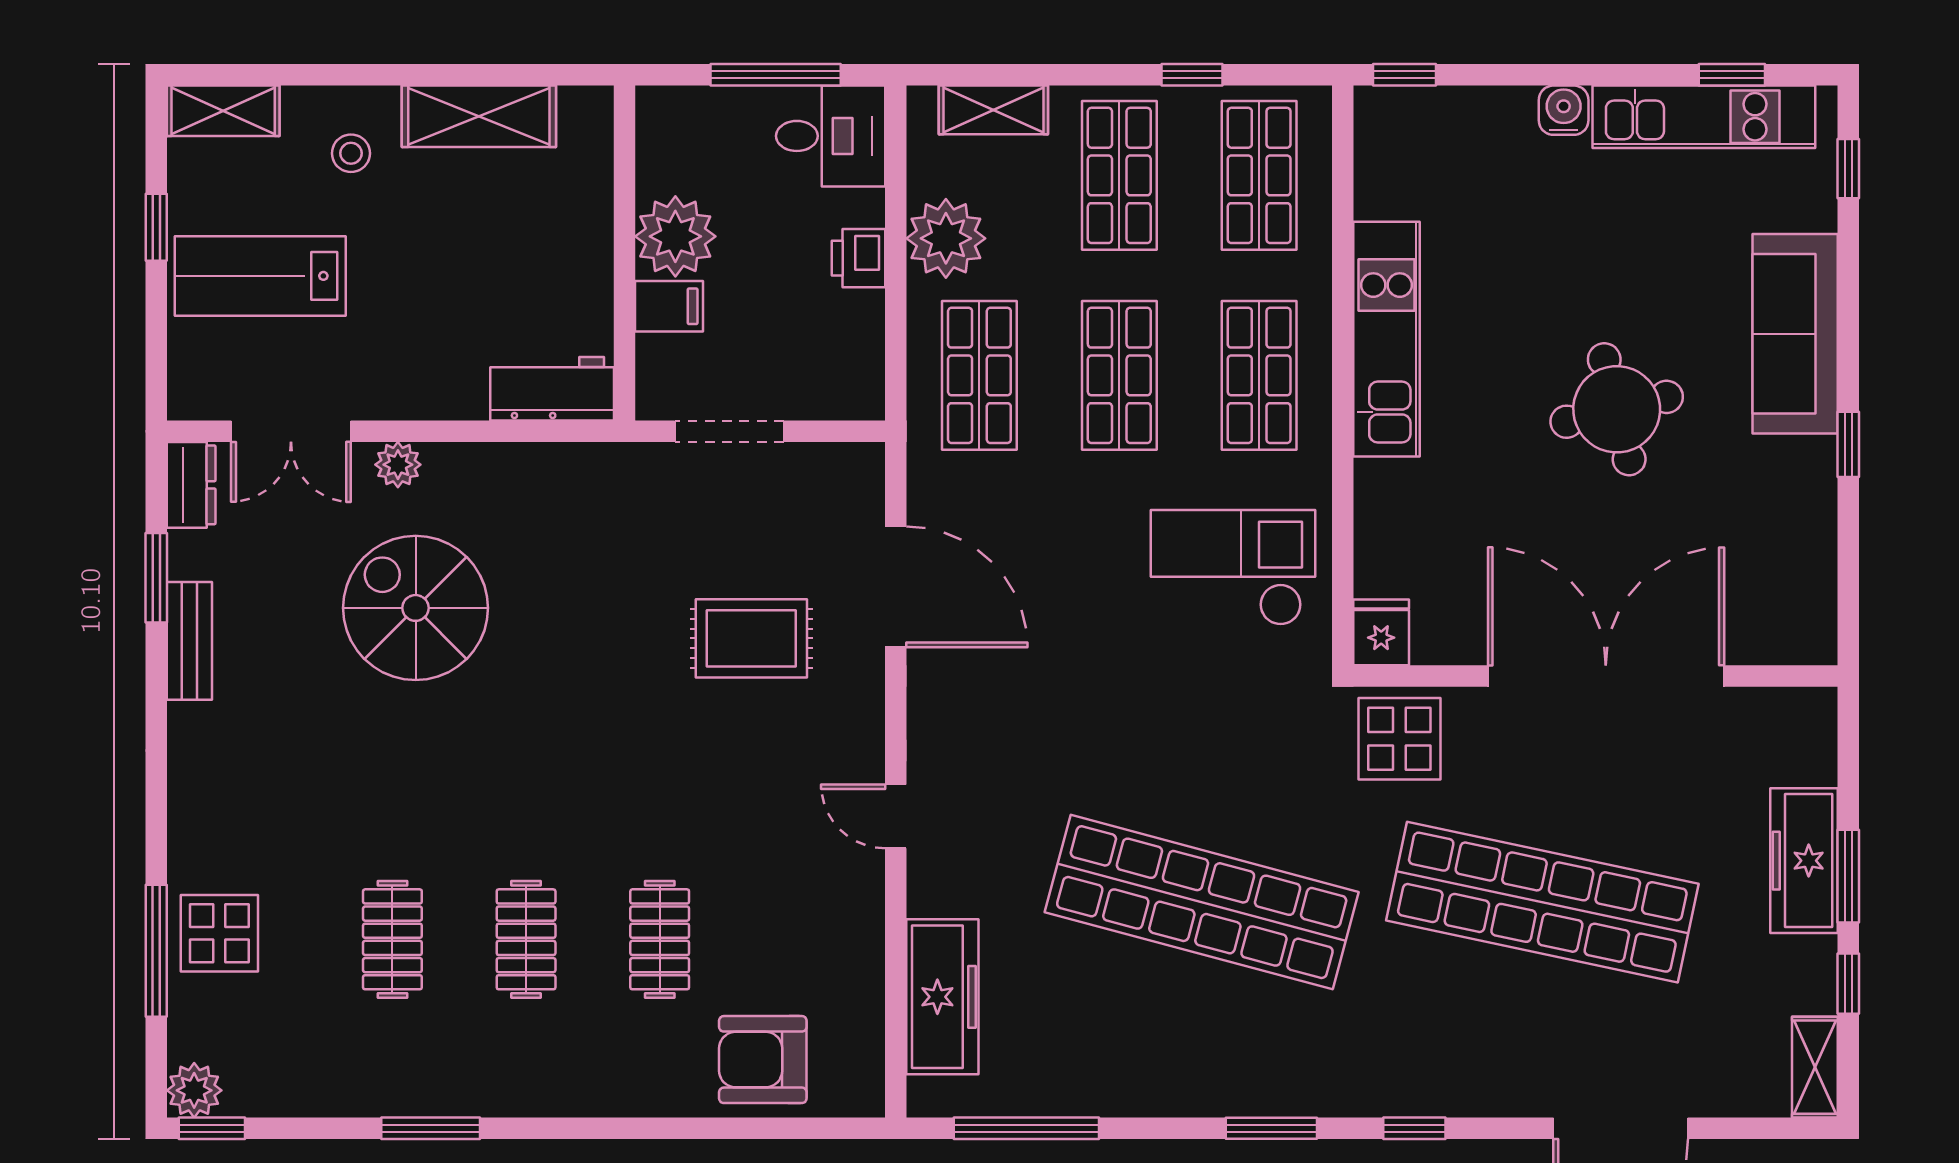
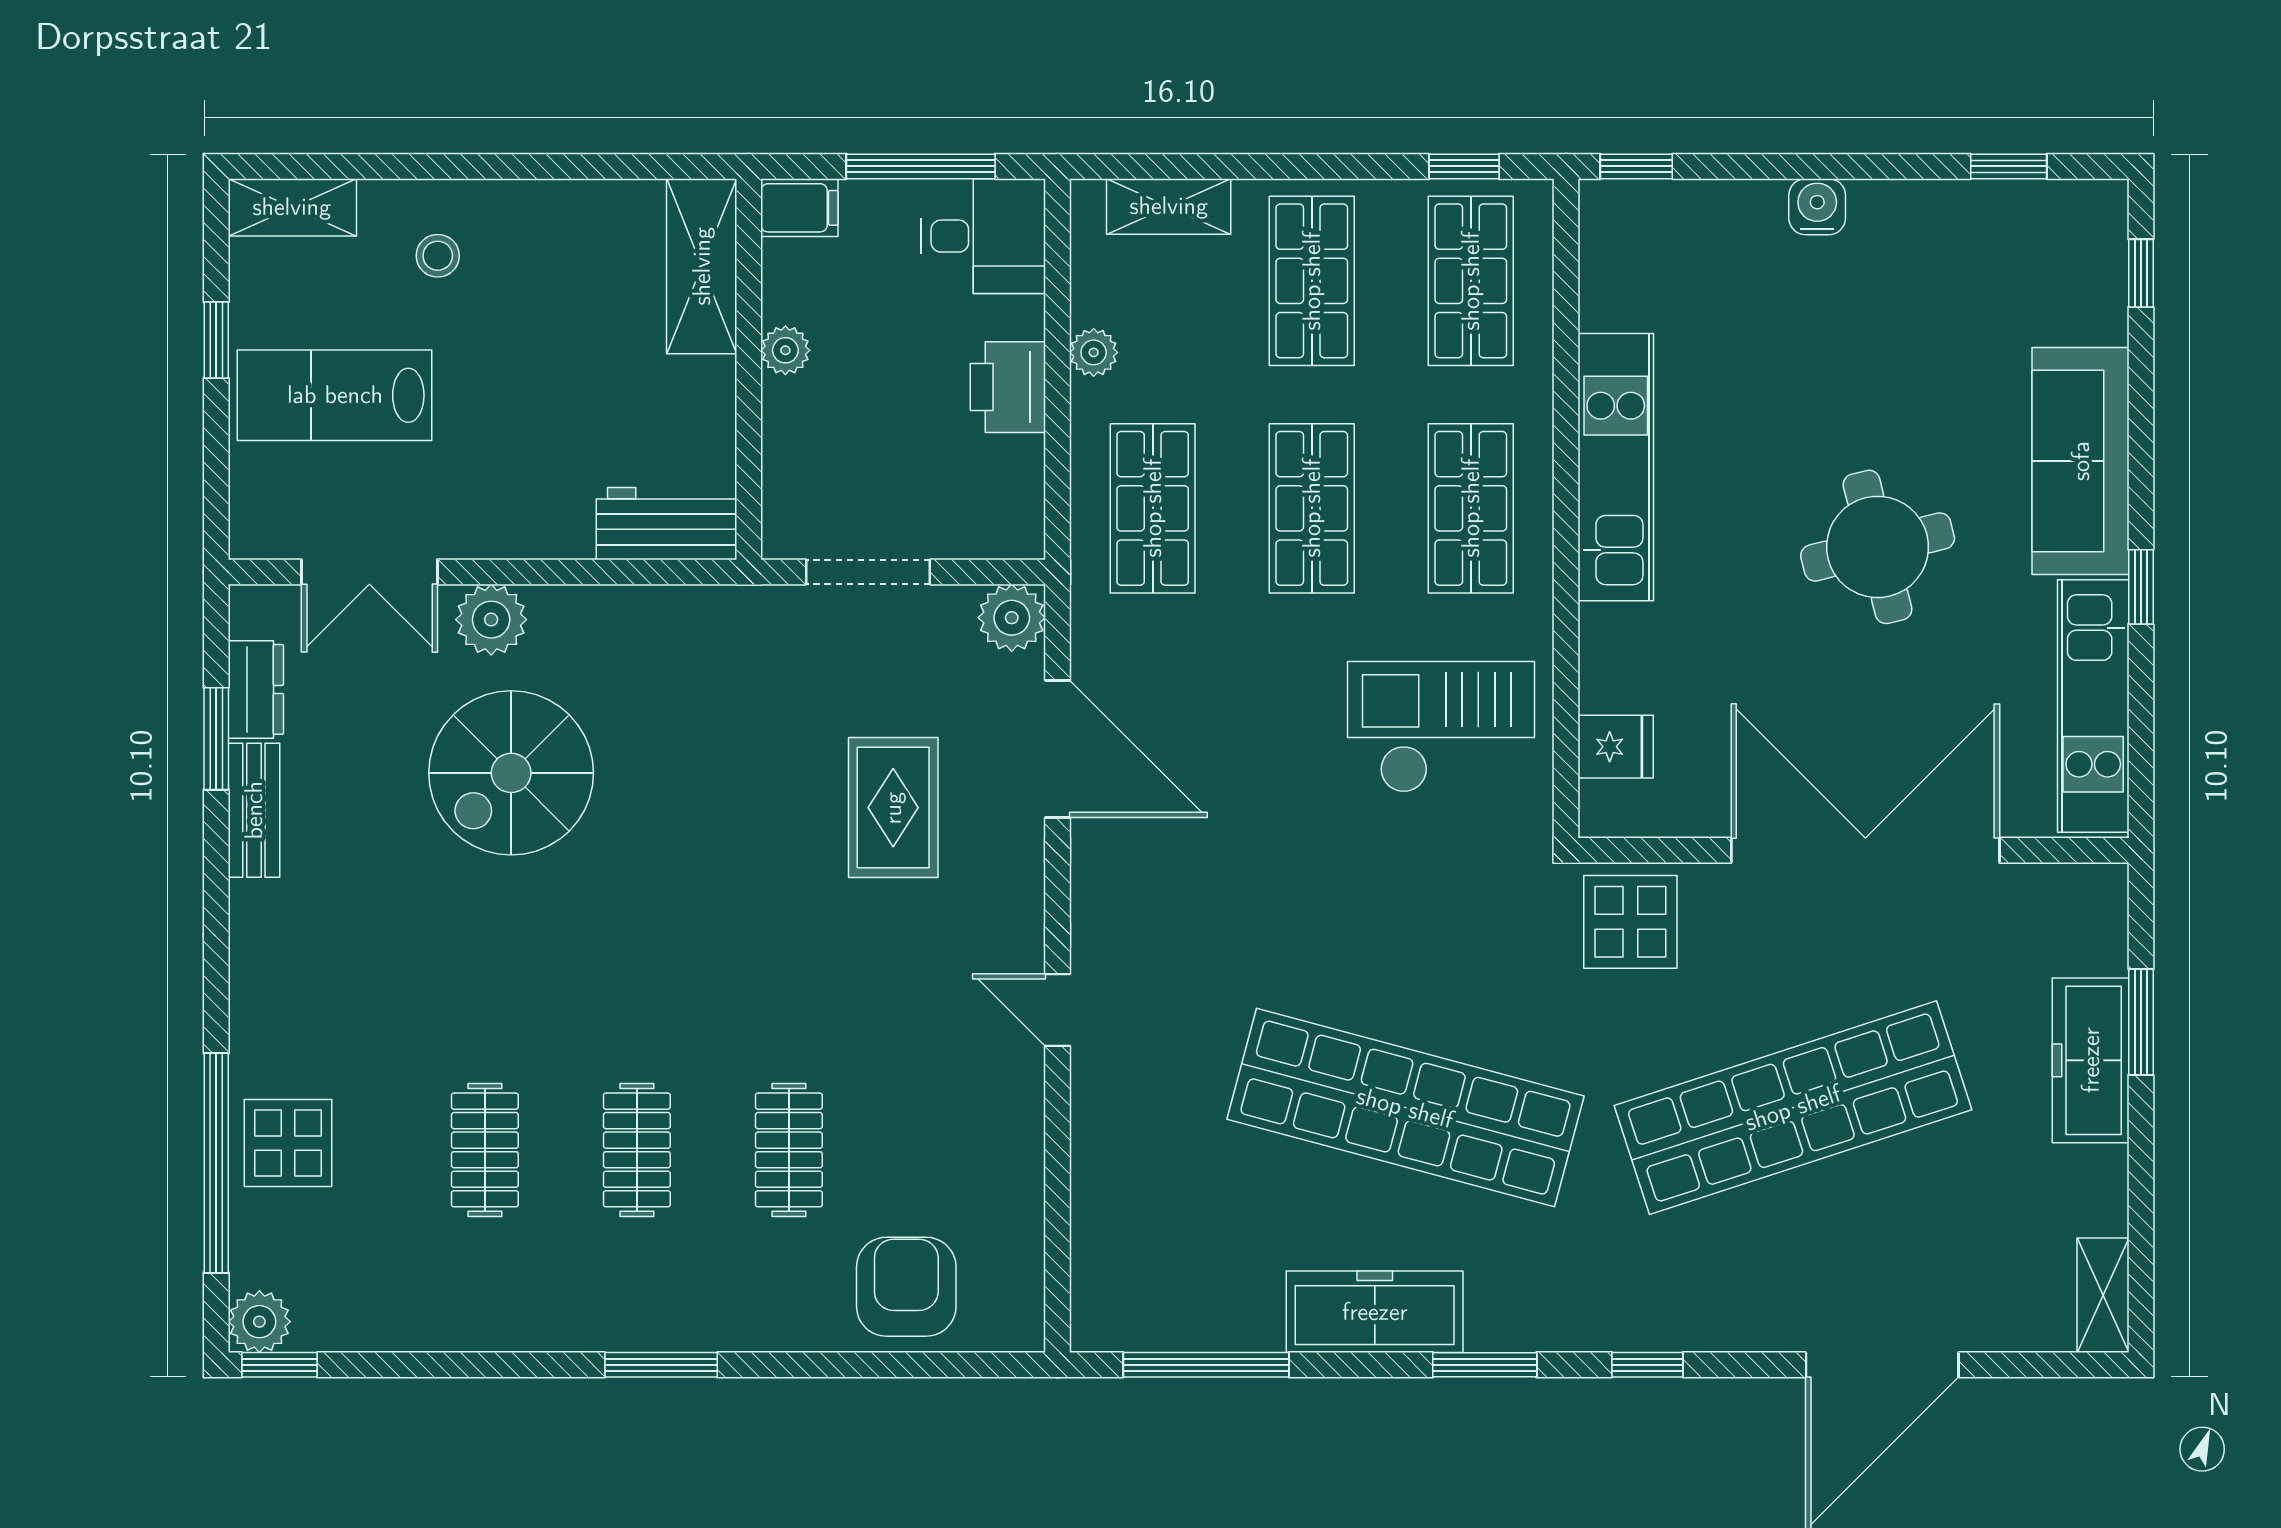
window: (1192, 75) -> (1464, 166), moved
shelving: (479, 116) -> (702, 266), moved, turned 90
kitchen unit: (1704, 117) -> (2093, 706), moved, turned 90
plant: (675, 236) -> (785, 350), width x0.53, depth x0.53
plant: (946, 238) -> (1094, 352), width x0.53, depth x0.53
printer: (859, 258) -> (1008, 387), width x1.36, depth x1.24
filing cabinet: (669, 306) -> (799, 208), moved
plant: (398, 465) -> (491, 620), width x1.38, depth x1.38
plant: (856, 471) -> (1012, 618), added
dresser: (191, 485) -> (256, 689), moved
spiral stairs: (416, 608) -> (511, 773), turned -90
fridge: (1381, 632) -> (1616, 747), moved, turned 90
rug: (751, 638) -> (893, 808), turned 90
window: (1848, 876) -> (2141, 1022), moved
shop shelf: (1542, 902) -> (1793, 1108), turned -30
window: (156, 951) -> (216, 1163), width x1.46
window: (1848, 984) -> (2141, 1200), removed
freezer: (942, 997) -> (1375, 1312), moved, turned -90
armchair: (763, 1060) -> (906, 1287), turned 90
window: (431, 1128) -> (661, 1365), moved

